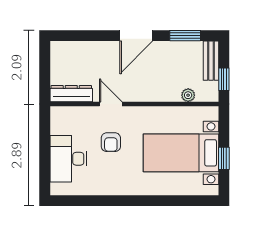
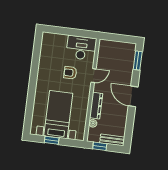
window: (185, 36) -> (138, 61), moved
dresser: (71, 94) -> (96, 106), moved
desk: (68, 159) -> (81, 48), moved

